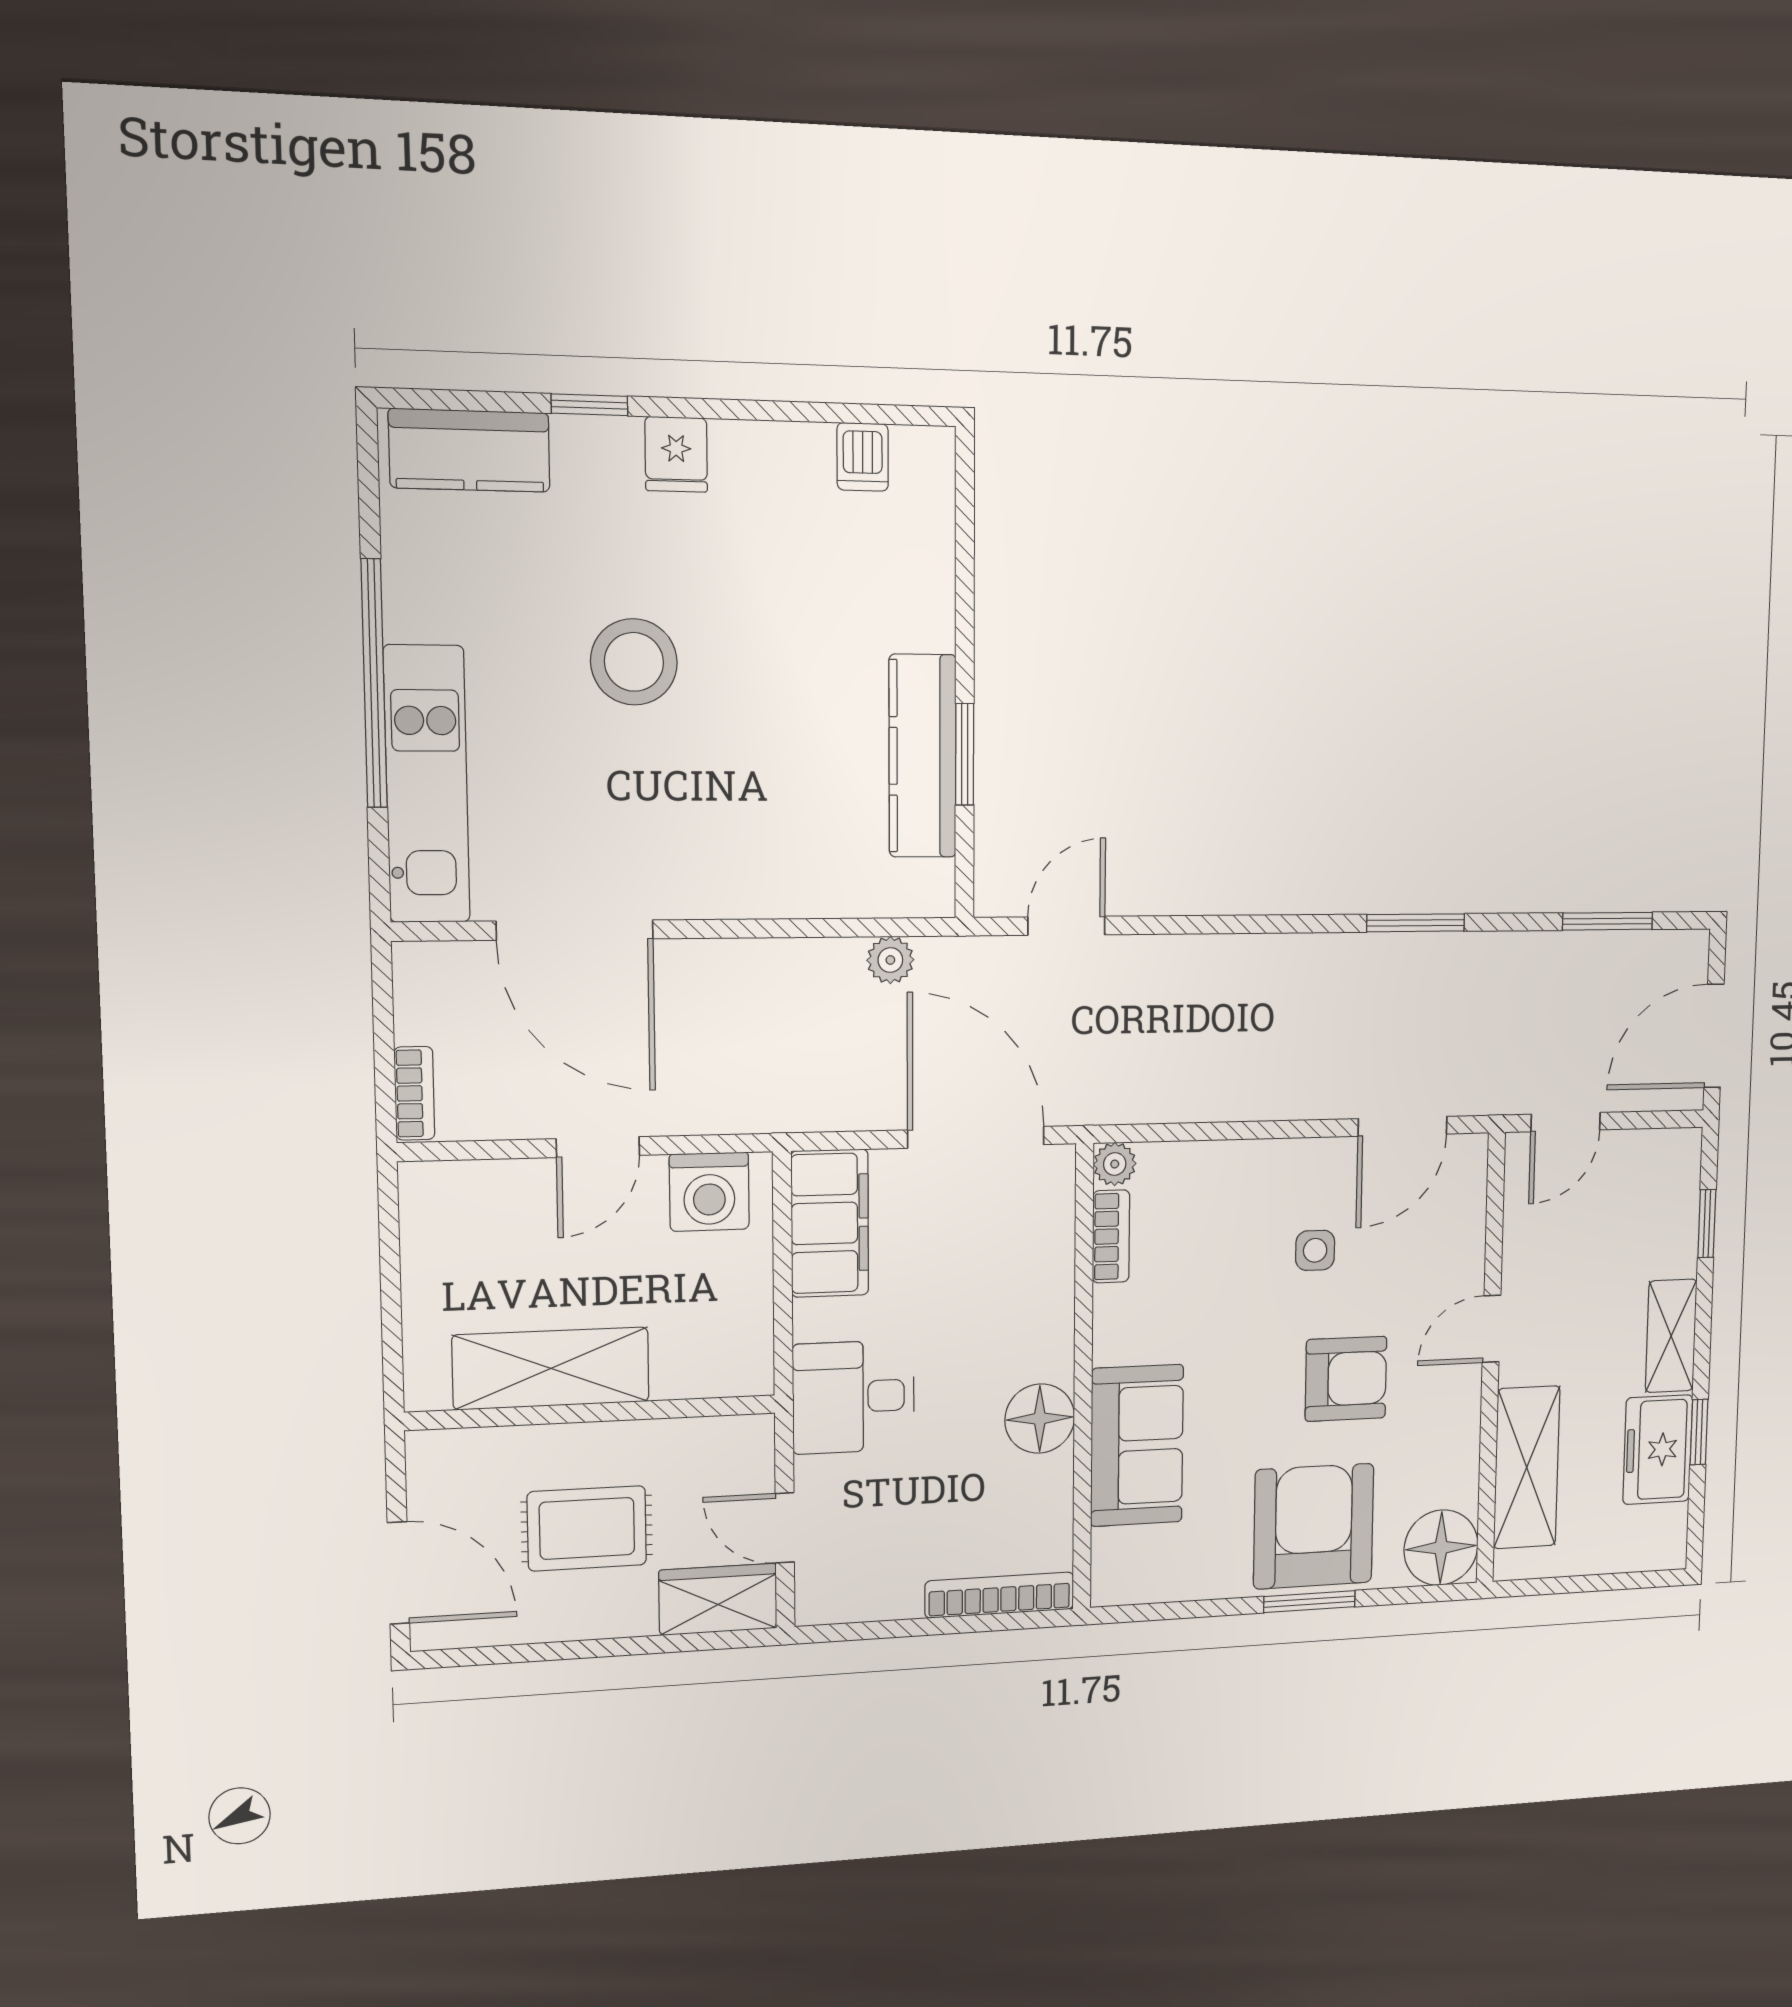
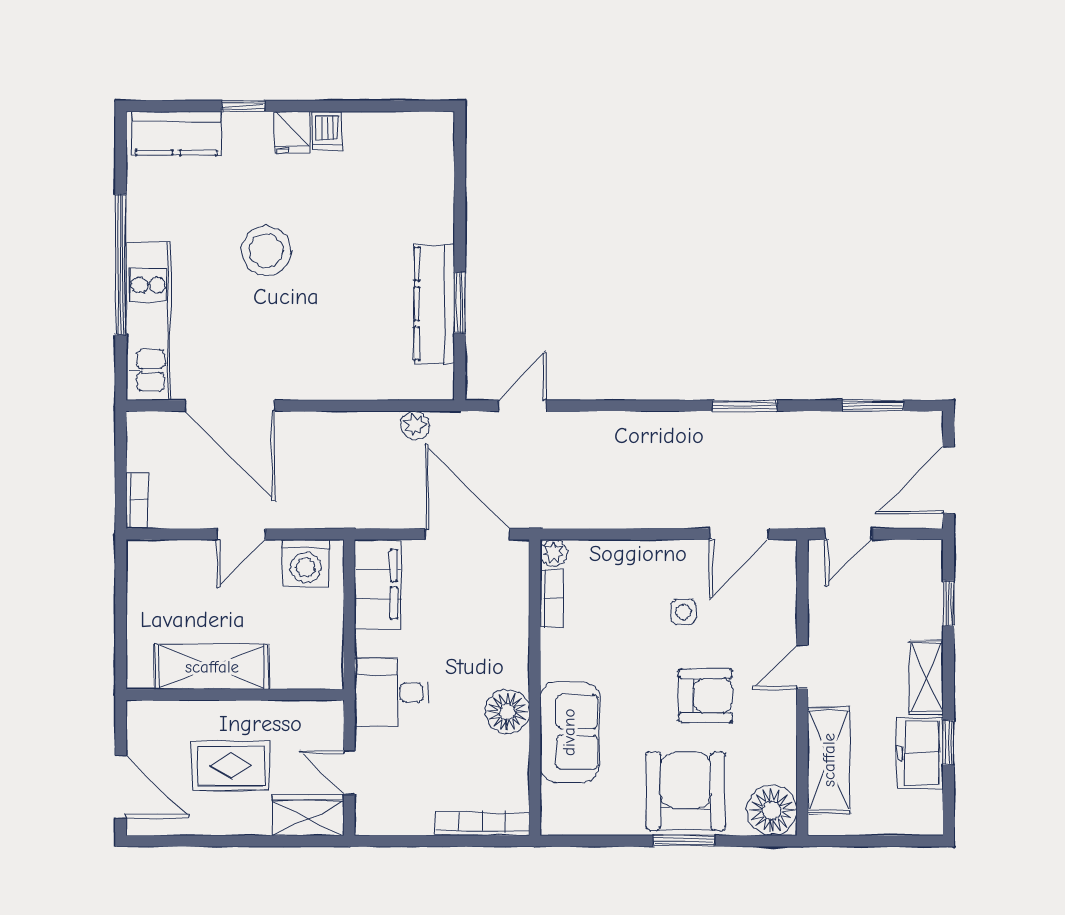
dishwasher: (863, 457) -> (327, 131), moved

